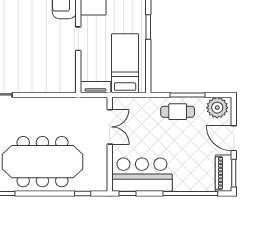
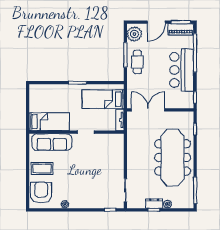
double door: (110, 127) -> (148, 110), width x1.37
bar counter: (142, 175) -> (182, 70), moved

